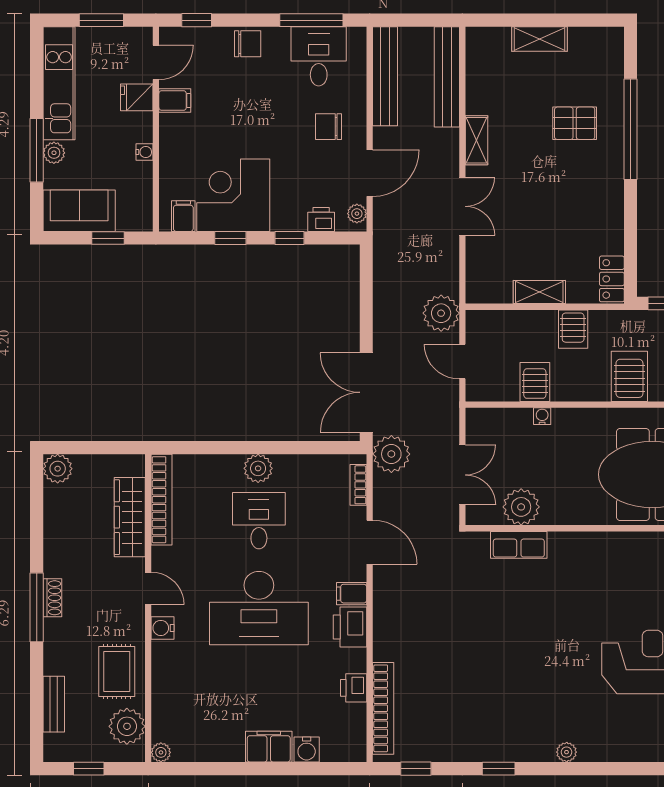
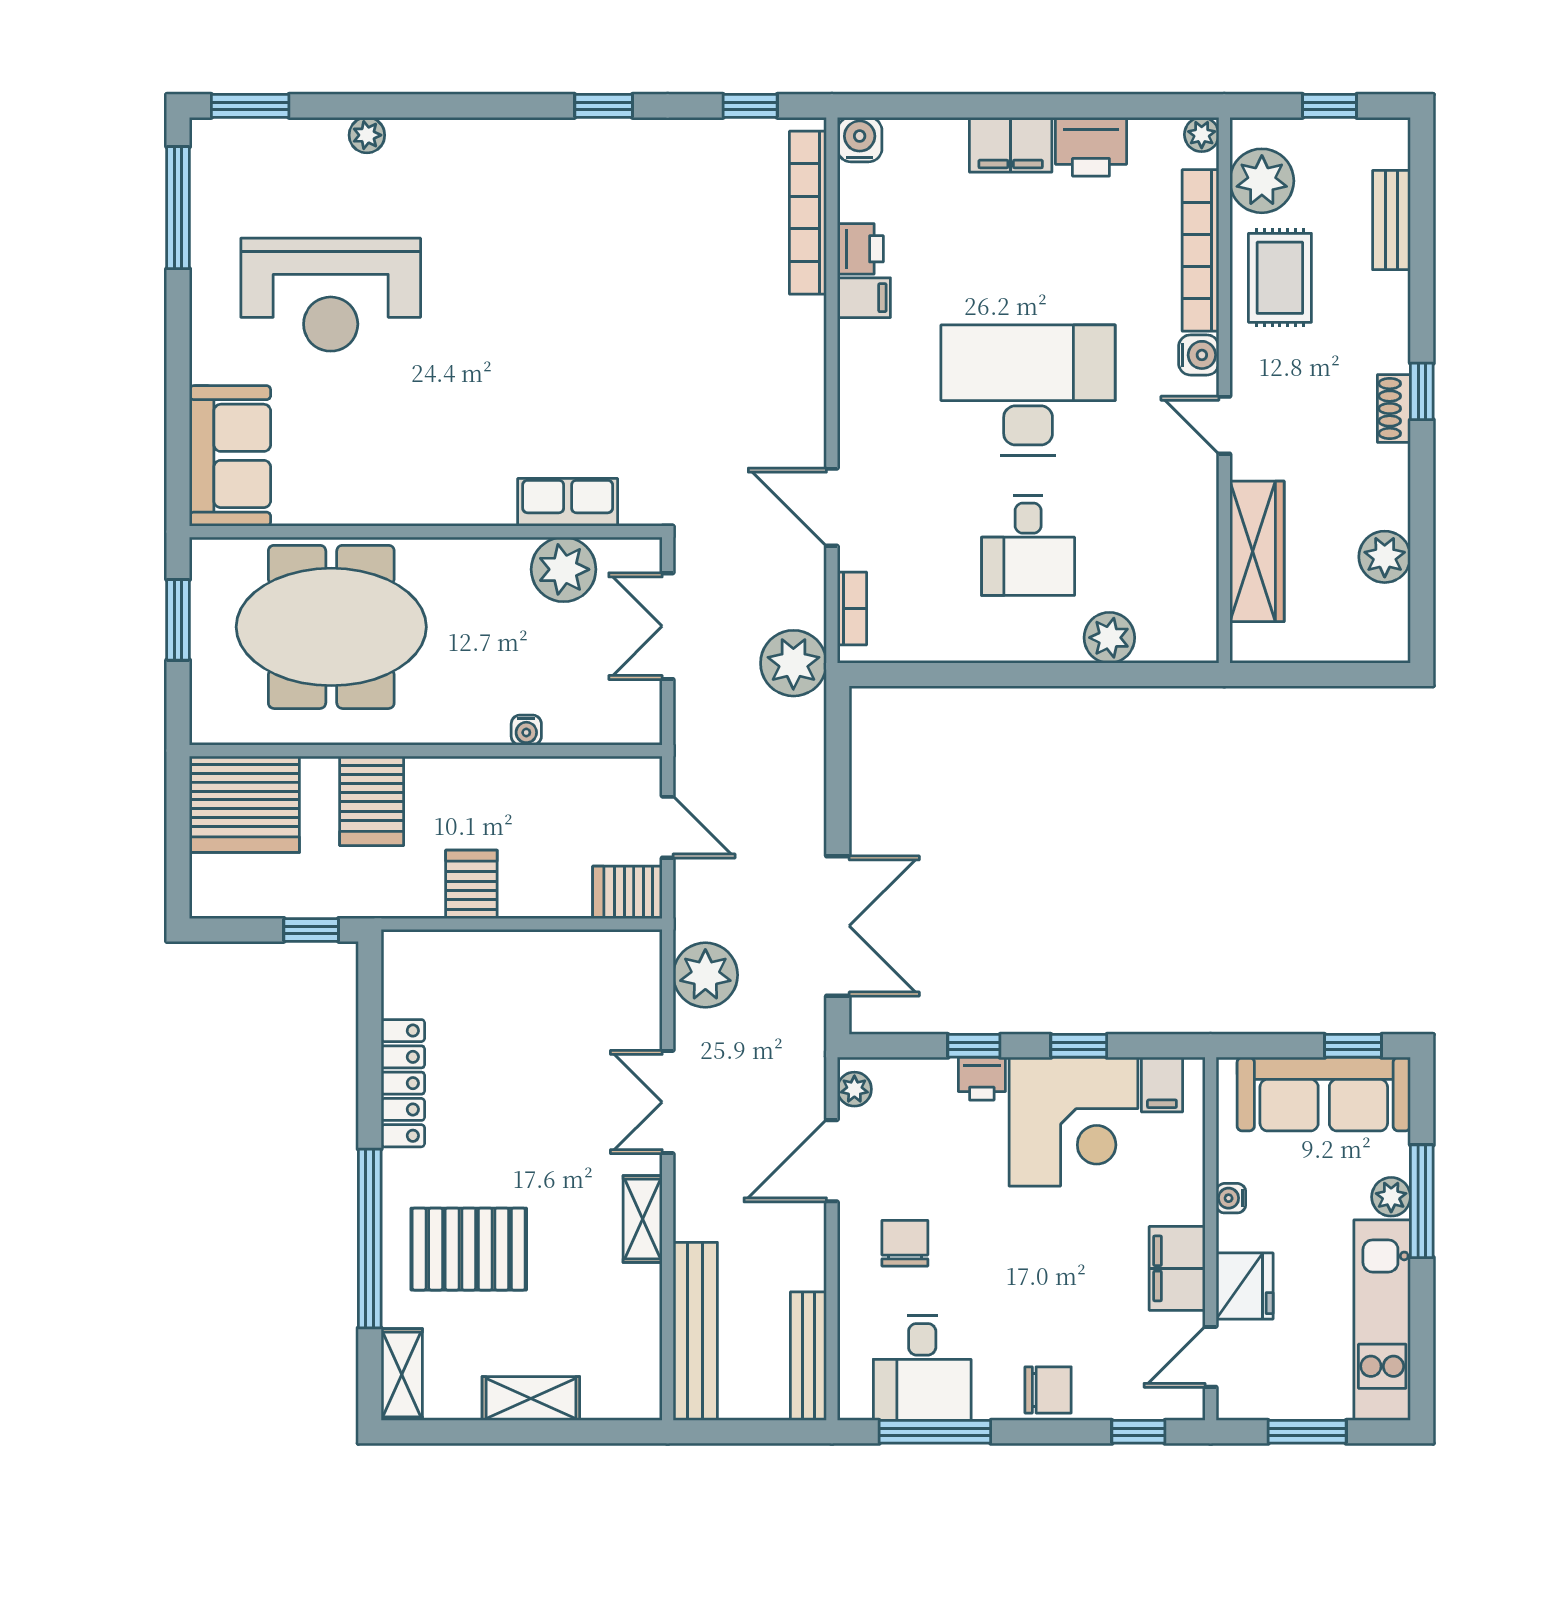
chair: (248, 44) -> (1048, 1390), turned 180
bench: (385, 76) -> (808, 1356), width x0.73, depth x0.82
fridge: (137, 97) -> (1245, 1286), width x1.38
filing cabinet: (175, 101) -> (1177, 1268), width x2.00
pallet: (575, 123) -> (469, 1249), width x1.50, depth x1.42
chair: (328, 127) -> (905, 1243), turned -90
sofa: (79, 211) -> (1324, 1094), width x1.36
printer: (321, 219) -> (982, 1079), moved
window: (108, 238) -> (1353, 1046), moved
locker: (612, 279) -> (403, 1083), moved, width x1.53
shelving: (539, 292) -> (402, 1374), moved, turned 90
plant: (441, 313) -> (705, 975), moved
server rack: (535, 382) -> (627, 892), moved, turned 90
double door: (366, 392) -> (838, 926), moved
plant: (258, 468) -> (1109, 638), moved
plant: (58, 469) -> (1385, 557), moved
bookcase: (162, 500) -> (1200, 250), moved
filing cabinet: (352, 594) -> (864, 298), moved
window: (37, 607) -> (1422, 391), width x0.46
printer: (350, 627) -> (1091, 147), moved, turned 90
water cooler: (307, 750) -> (860, 140), moved
plant: (567, 752) -> (367, 135), moved

